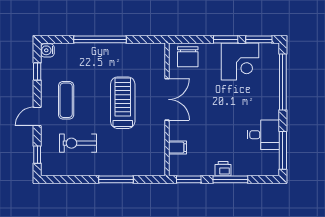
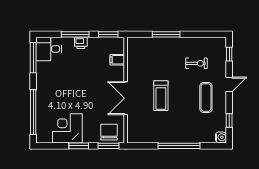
window: (259, 39) -> (109, 146), moved
treadmill: (123, 103) -> (161, 96), width x0.73, depth x0.73
desk: (263, 135) -> (49, 49), moved
exercise bike: (78, 143) -> (196, 63), width x0.73, depth x0.72

